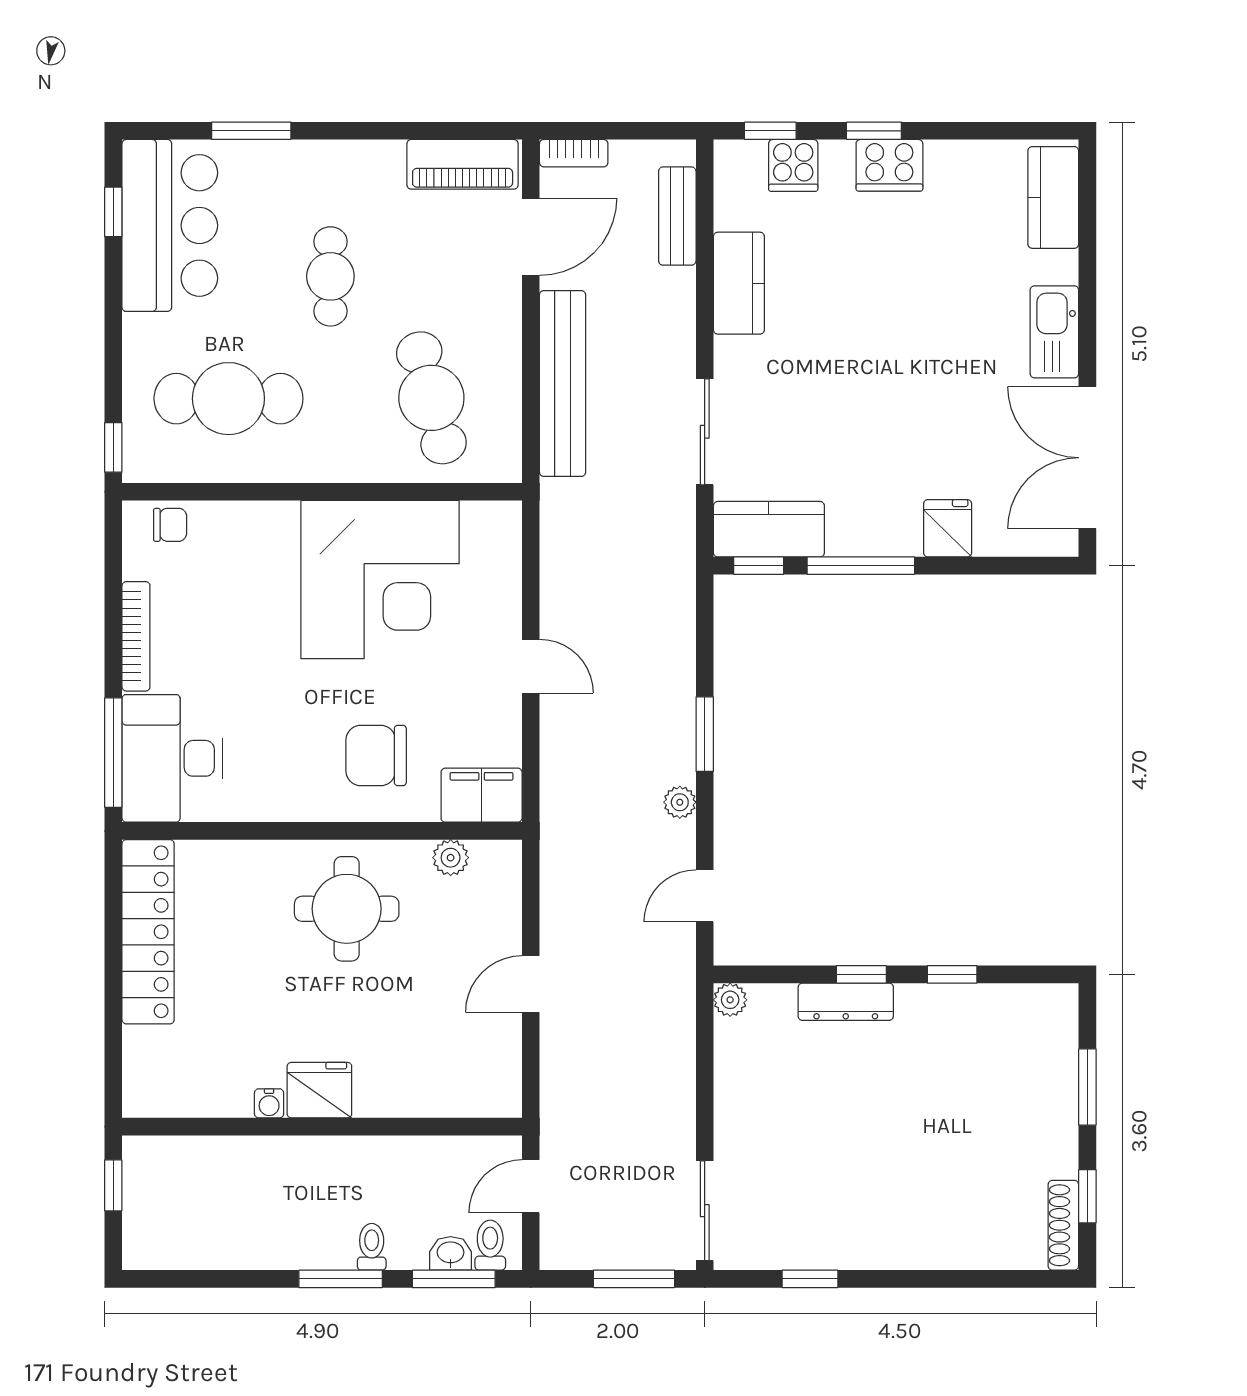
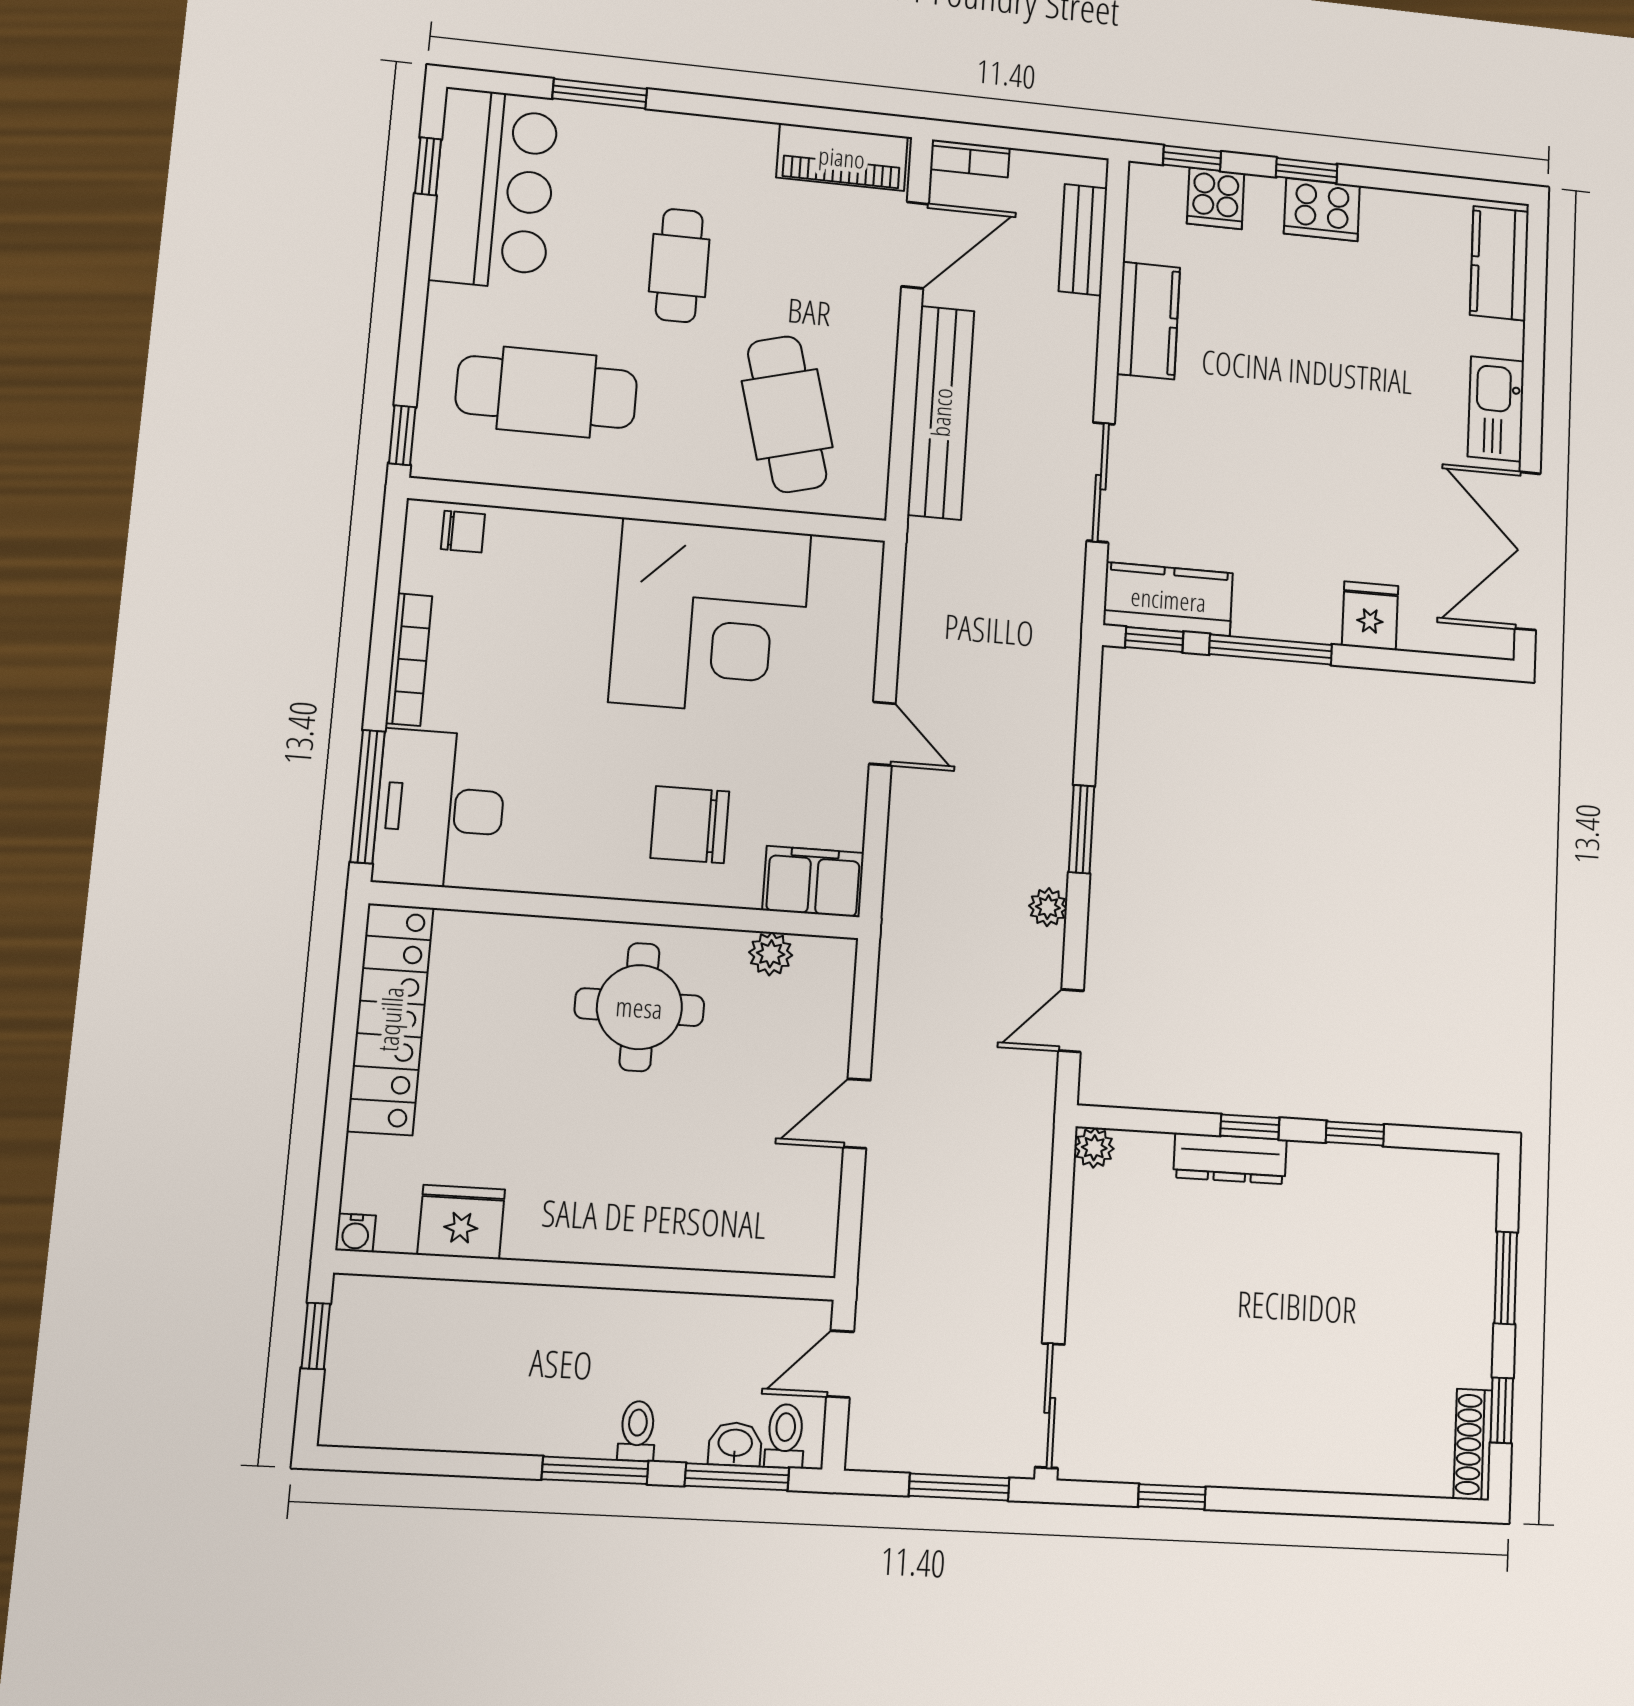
fridge: (319, 1090) -> (461, 1222), moved
water cooler: (269, 1103) -> (356, 1233), moved

